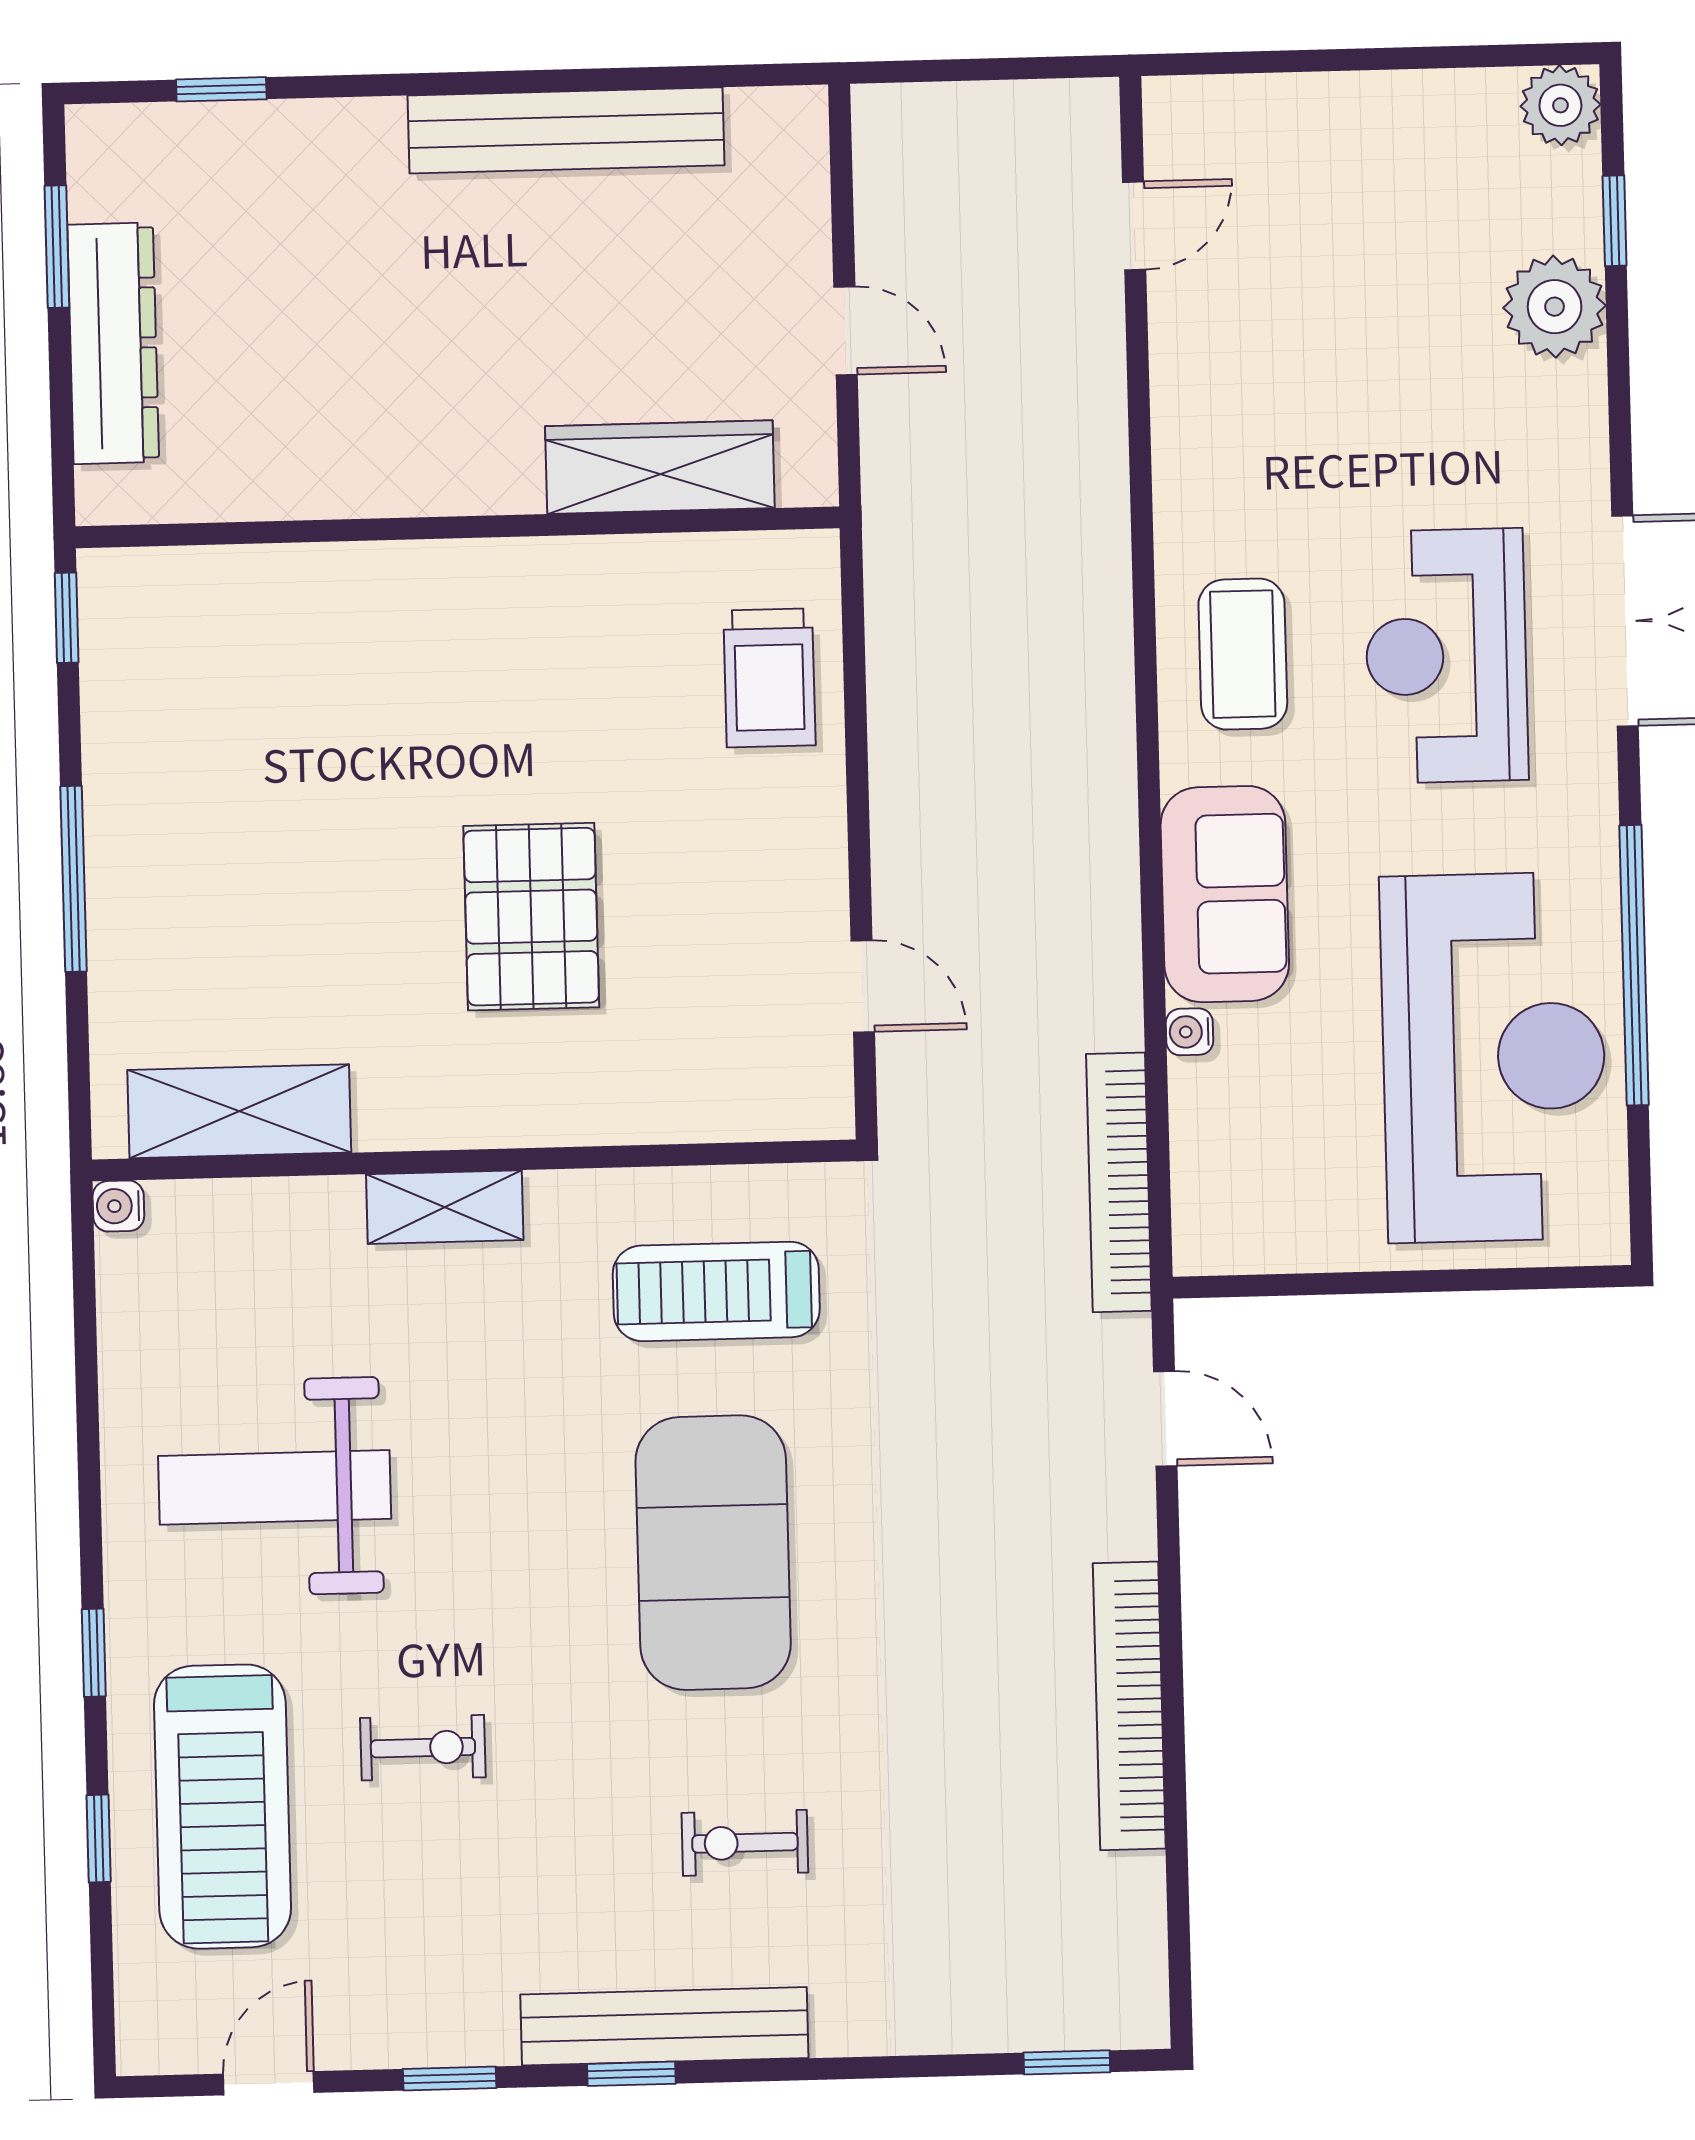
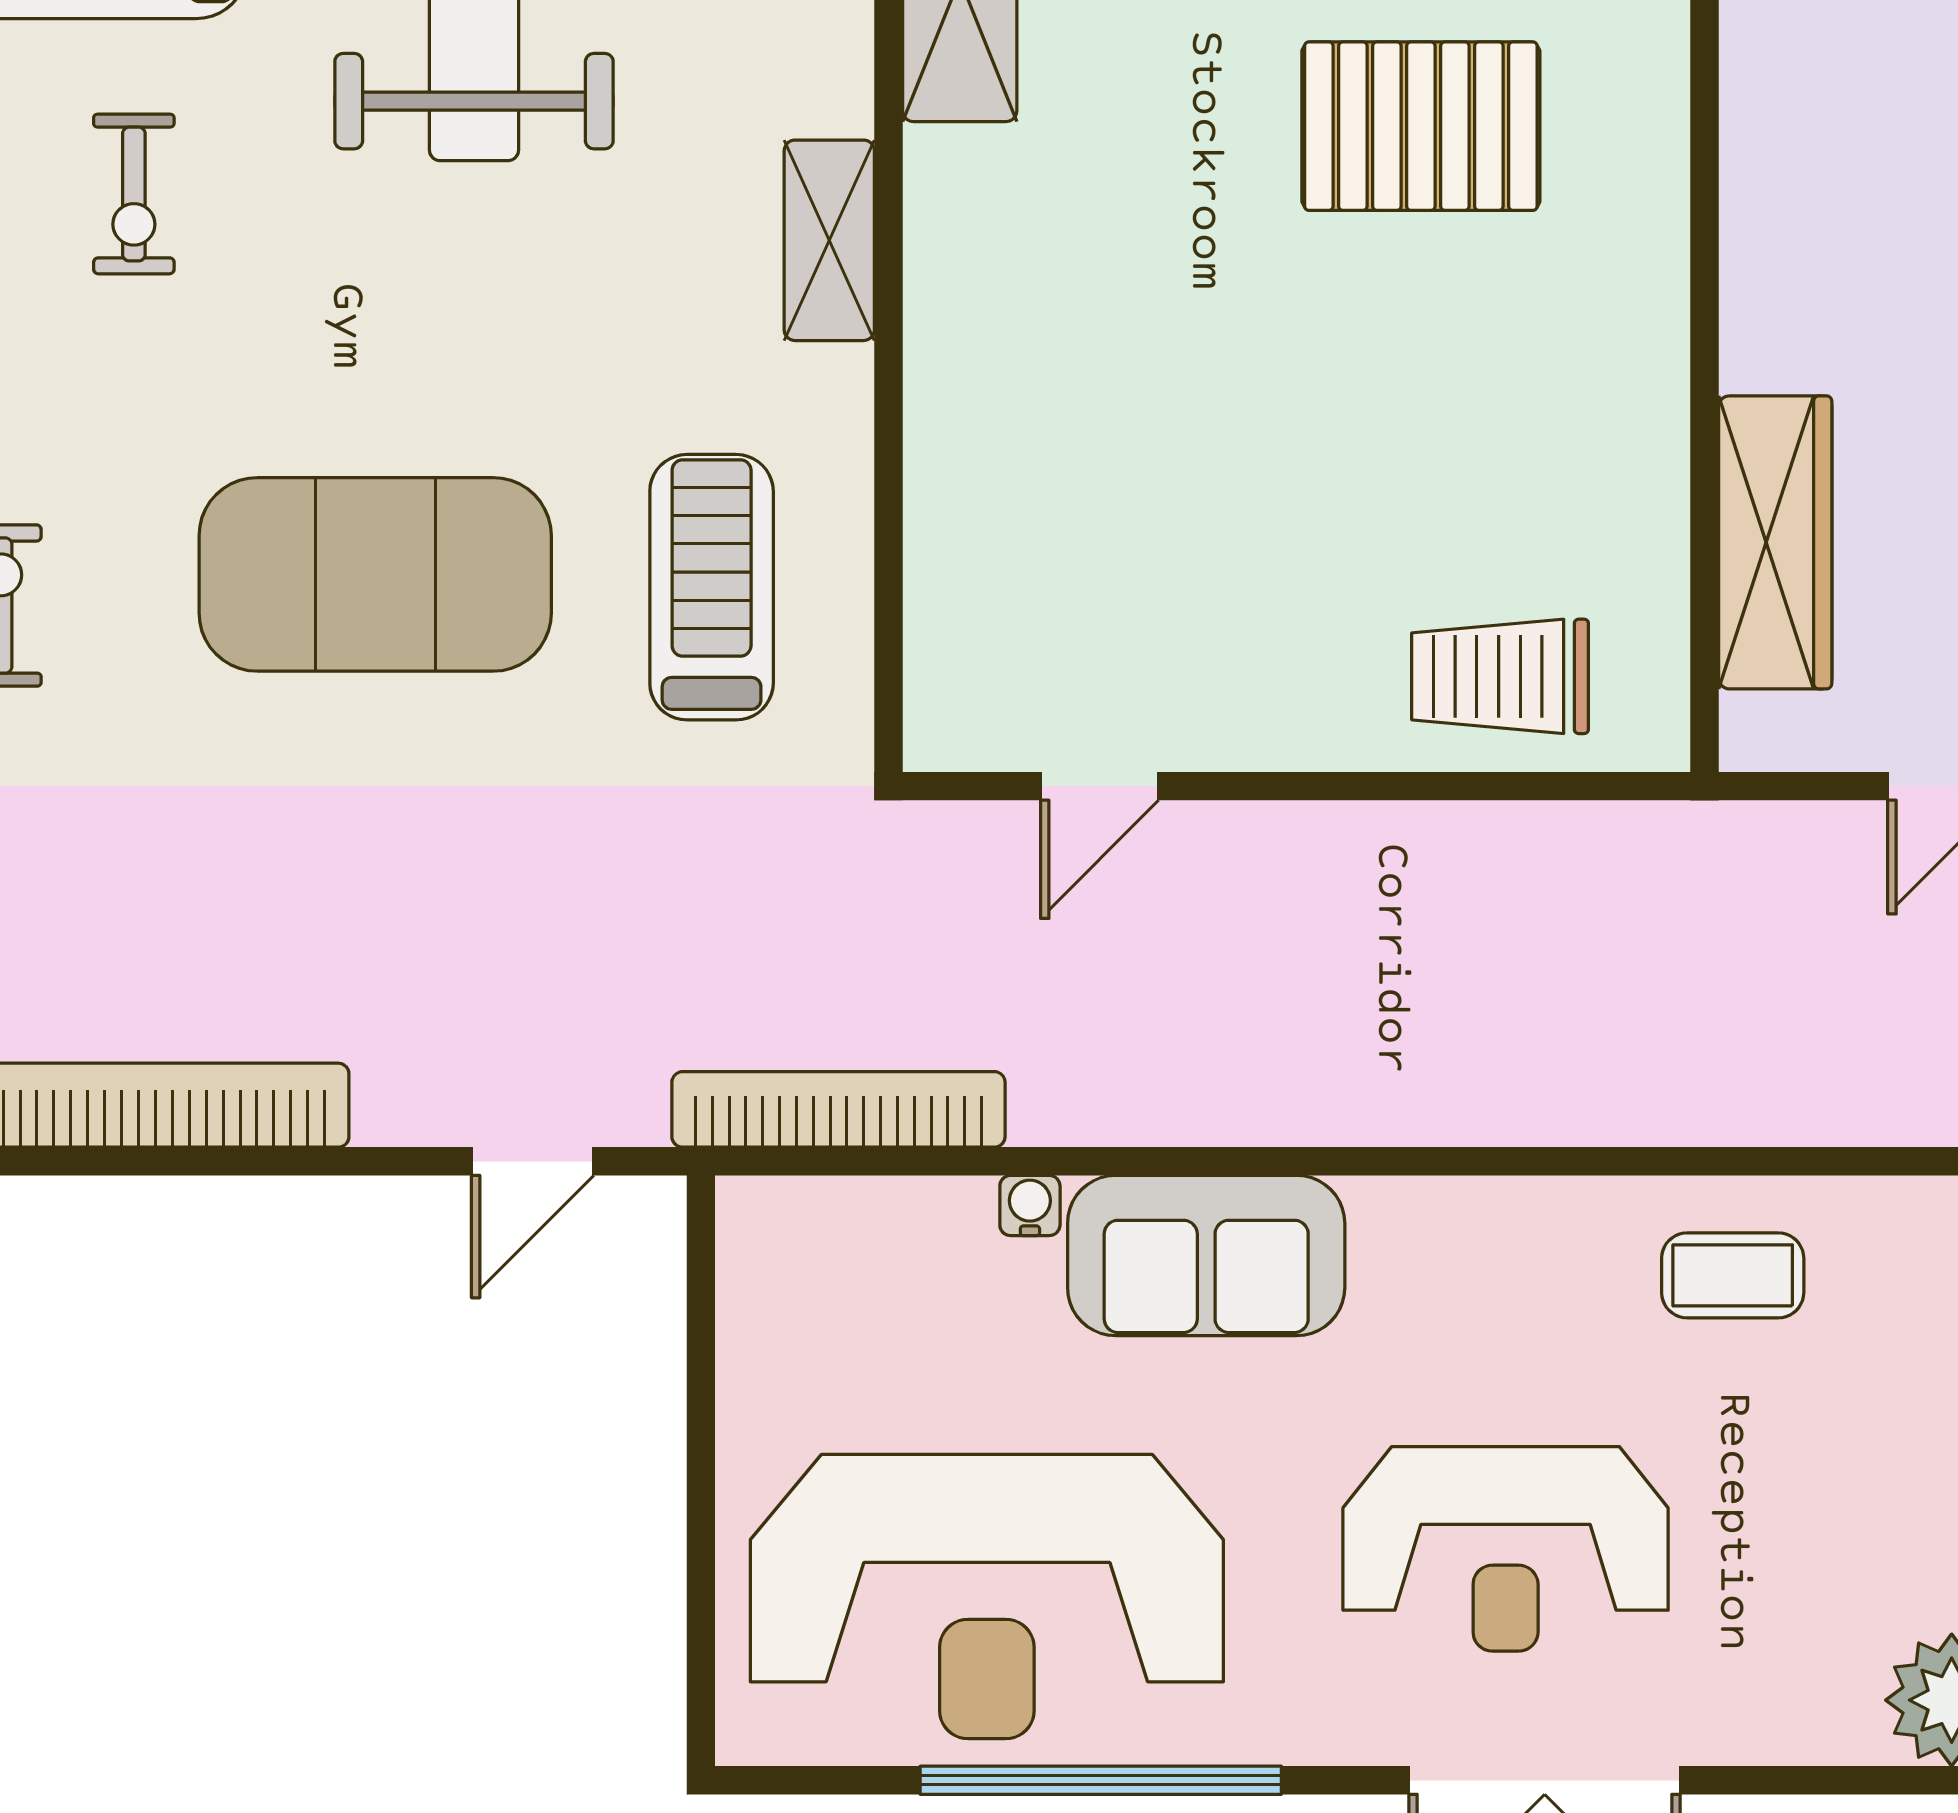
coffee table: (1243, 654) -> (1733, 1275), moved, width x0.73, depth x0.77
reception desk: (1446, 656) -> (1506, 1549), turned 180
pallet: (531, 917) -> (1421, 126), moved

